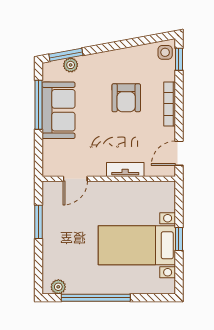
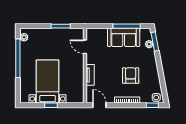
armchair: (126, 98) -> (131, 75), turned 90

